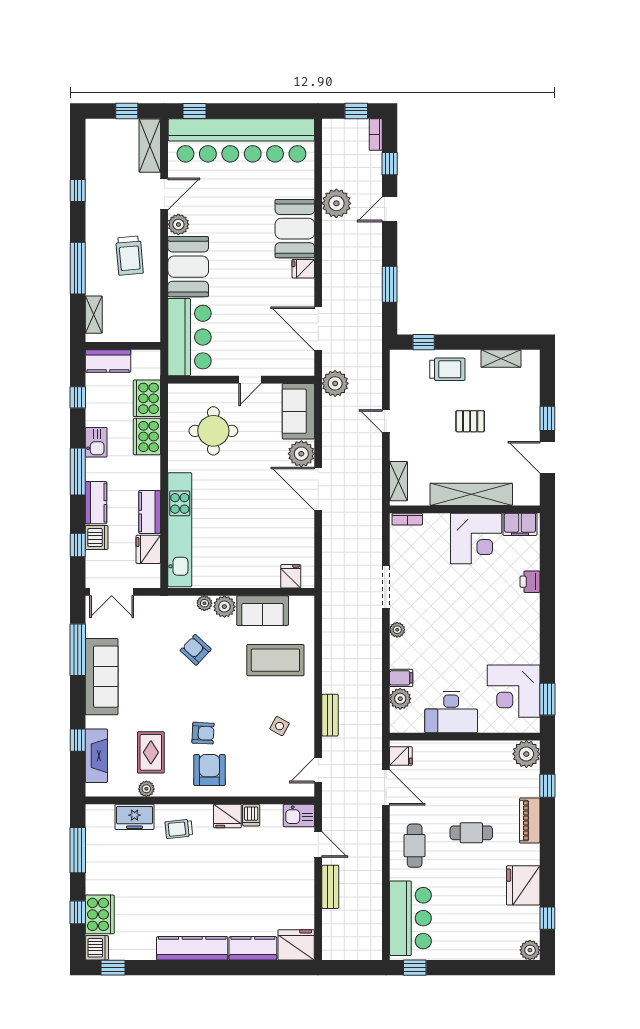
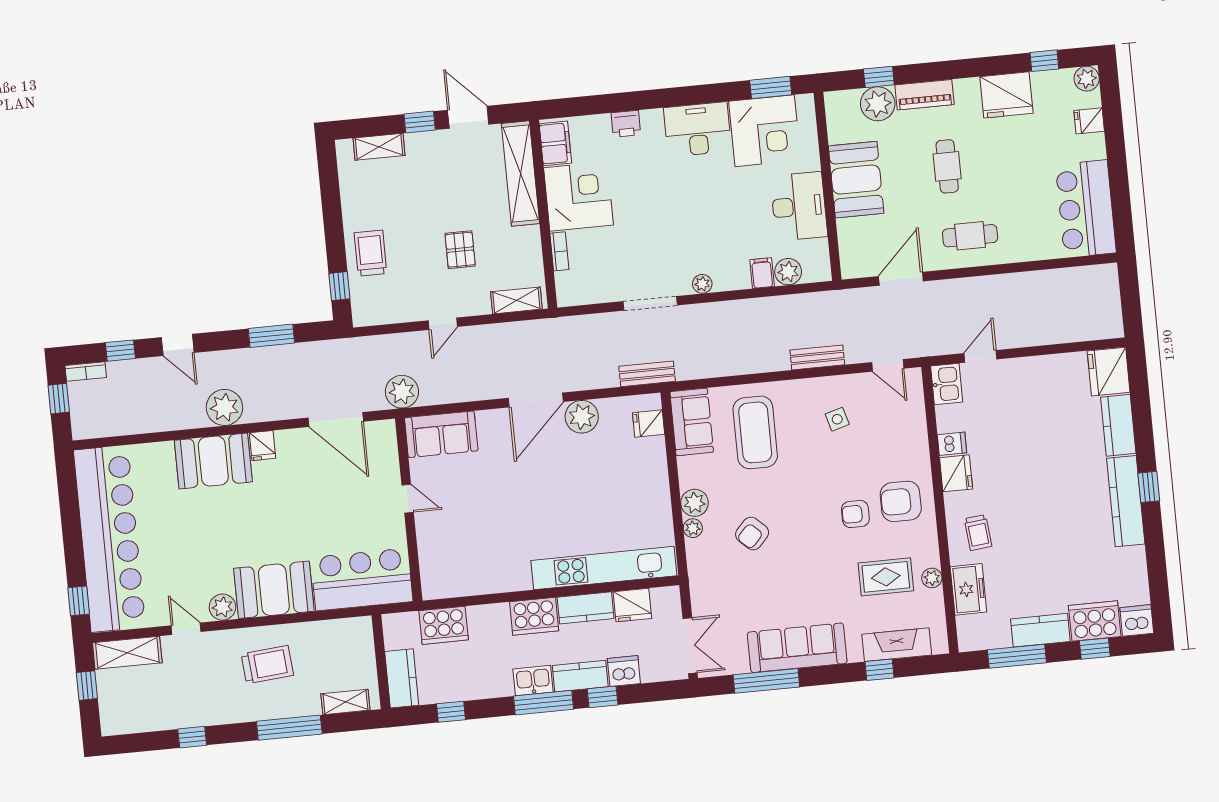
door: (164, 194) -> (186, 629), width x0.73
plant: (336, 203) -> (224, 407), moved
door: (318, 329) -> (336, 420), hinge flipped
shelving: (501, 359) -> (379, 147), moved, turned 90
pallet: (470, 421) -> (460, 250), moved
round table: (213, 431) -> (476, 538), removed
cooker: (147, 437) -> (534, 616), moved
kitchen sink: (96, 442) -> (533, 681), moved
plant: (301, 454) -> (582, 417), moved
door: (547, 457) -> (468, 117), swing flipped
shelving: (471, 494) -> (520, 174), moved
bookcase: (407, 519) -> (559, 251), moved
window: (78, 545) -> (603, 697), moved
sofa: (263, 611) -> (692, 422), moved
desk: (520, 638) -> (697, 129), added
side table: (280, 726) -> (837, 419), turned 45
armchair: (203, 733) -> (855, 514), turned -93
plant: (526, 754) -> (878, 104), moved
fridge: (401, 756) -> (1089, 121), moved, turned -90
booth: (468, 760) -> (856, 180), added
kitchen counter: (97, 871) -> (1040, 630), added
bench: (330, 887) -> (647, 374), moved
bar counter: (410, 918) -> (1086, 209), moved, turned -90
window: (113, 968) -> (1149, 487), moved
window: (415, 968) -> (1123, 221), removed

